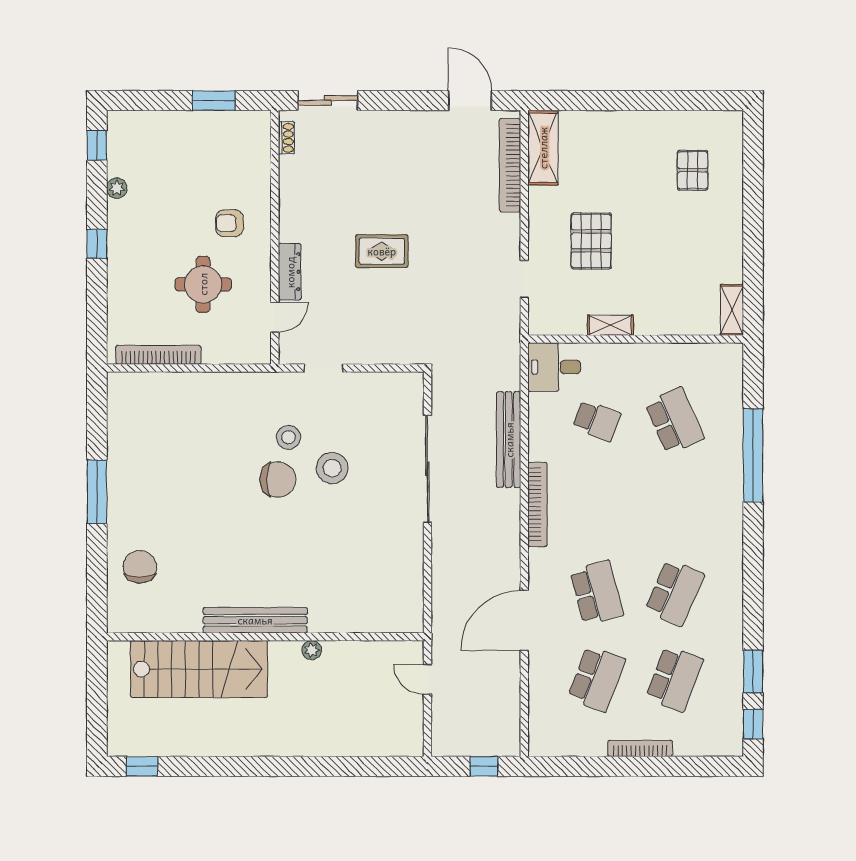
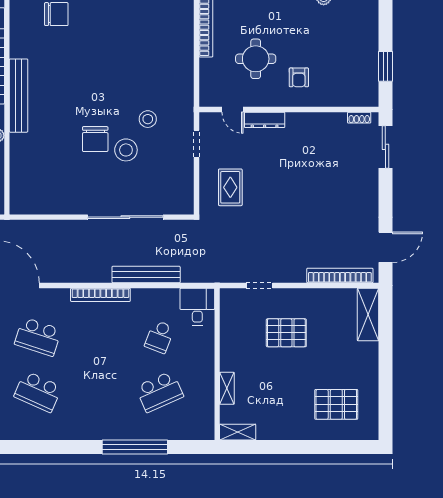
shelving: (543, 148) -> (368, 315), moved, turned 90
pallet: (693, 170) -> (336, 404), width x1.50, depth x1.42
armchair: (229, 223) -> (299, 77), turned 180
rug: (382, 251) -> (230, 187), moved
shelving: (610, 325) -> (227, 388), moved
chair: (278, 480) -> (95, 139), moved
school desk: (597, 593) -> (38, 337), turned 33

